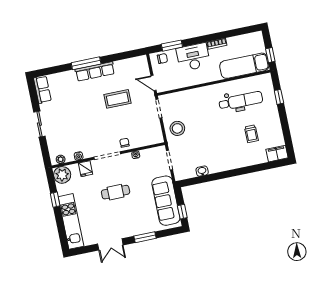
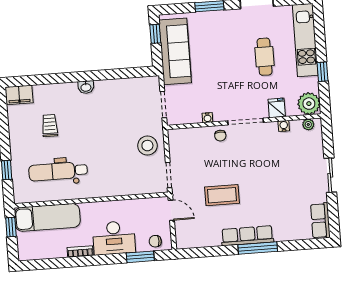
washbasin: (202, 171) -> (86, 87), moved
cafe table: (116, 192) -> (265, 57), moved, turned 90

